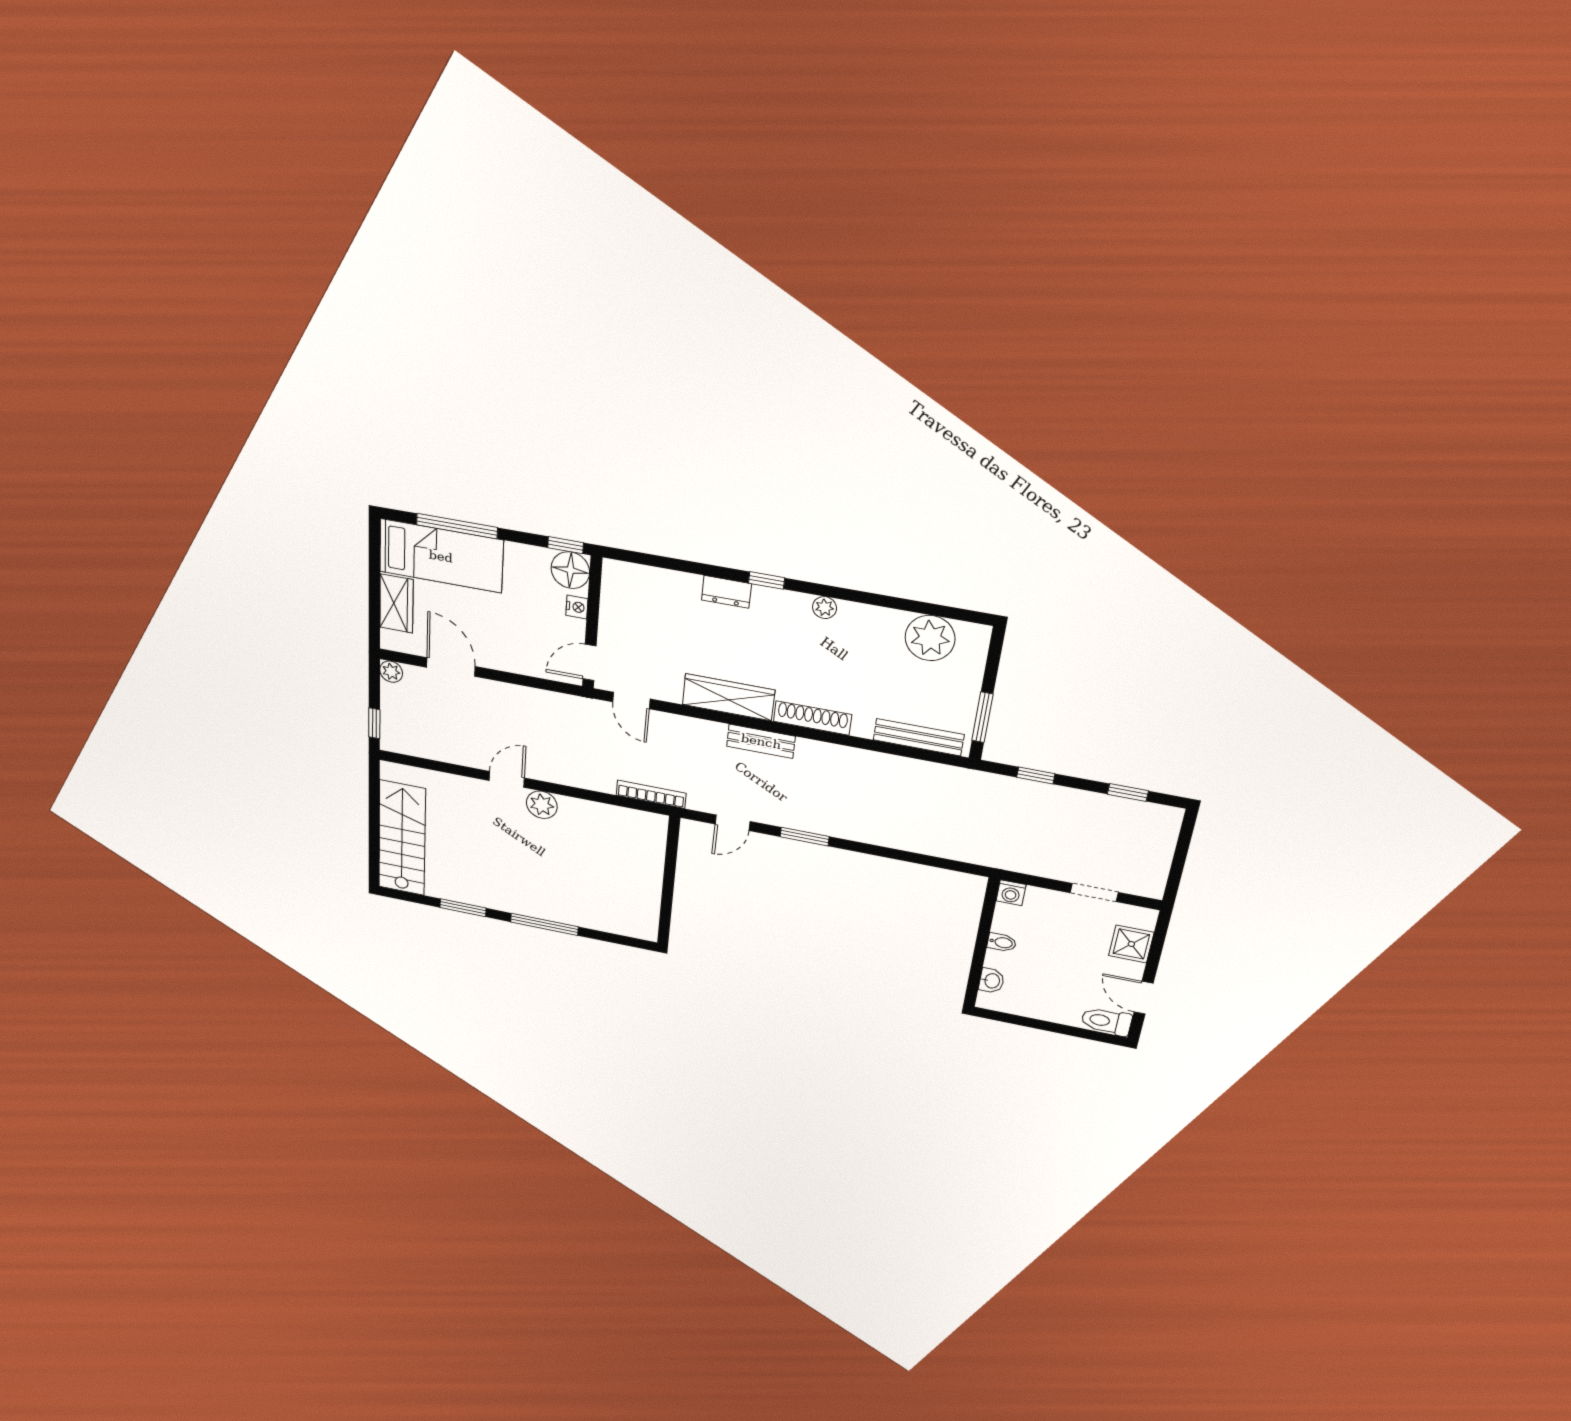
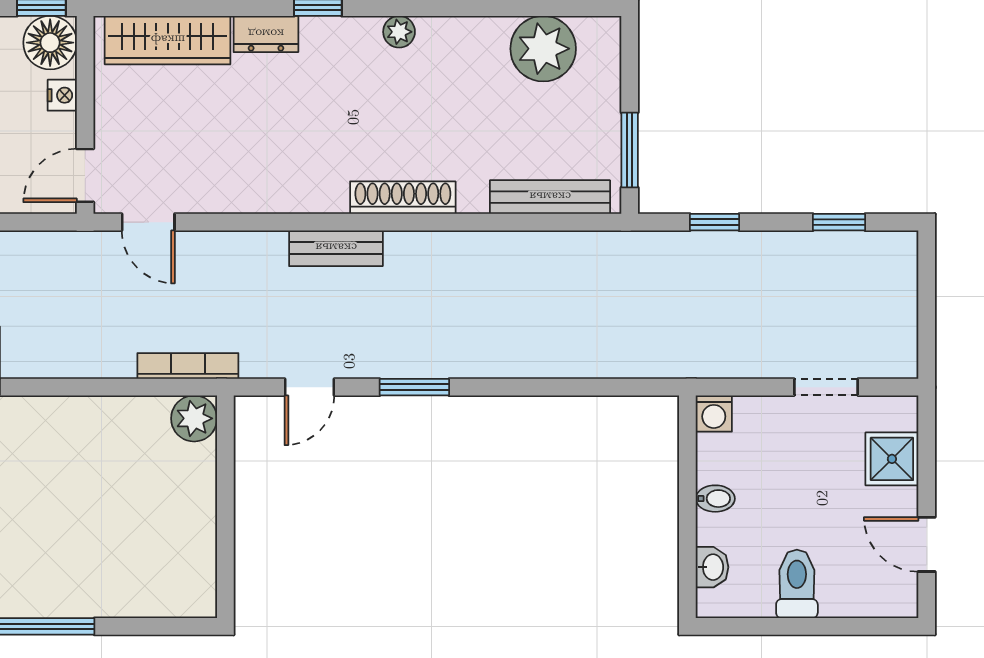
wardrobe: (728, 697) -> (168, 40), moved, turned 180
plant: (542, 805) -> (194, 418), moved
toilet: (1106, 1021) -> (797, 584), moved, turned 90

